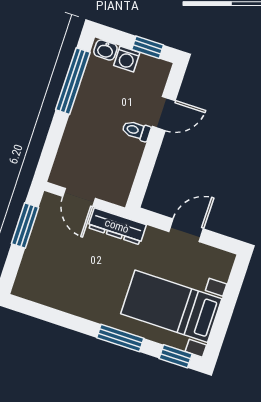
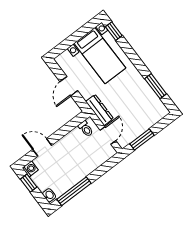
washing machine: (127, 59) -> (30, 169), moved
toilet: (136, 131) -> (86, 129), moved
door: (186, 230) -> (69, 86), hinge flipped
window: (120, 338) -> (156, 86), moved

